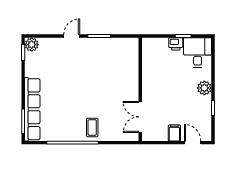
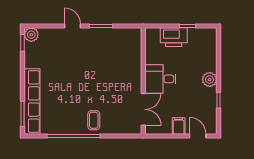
door: (72, 36) -> (73, 26), hinge flipped
printer: (176, 44) -> (174, 37), width x1.87, depth x1.48
desk: (198, 53) -> (160, 79), moved, turned -90
double door: (140, 117) -> (143, 109), swing flipped

